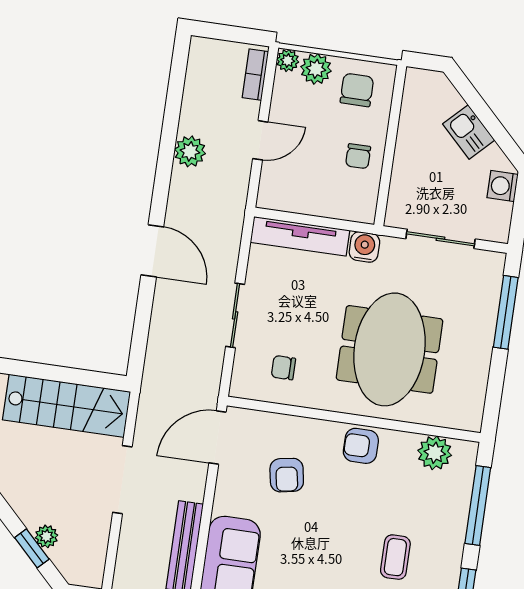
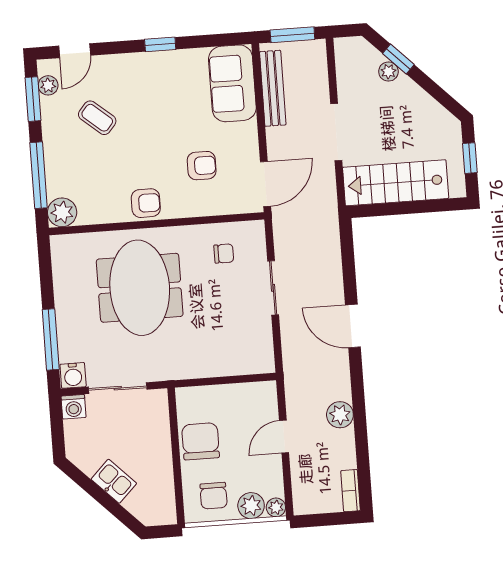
bookcase: (255, 75) -> (351, 491), moved, turned 180
chair: (358, 156) -> (201, 441), width x1.87, depth x1.87
washing machine: (502, 186) -> (74, 407), moved, turned 90
tv unit: (300, 236) -> (234, 365), removed
water cooler: (364, 247) -> (73, 375), moved
plant: (435, 453) -> (62, 212), moved
armchair: (287, 475) -> (202, 166), turned 100
coffee table: (395, 557) -> (97, 118), turned -50

